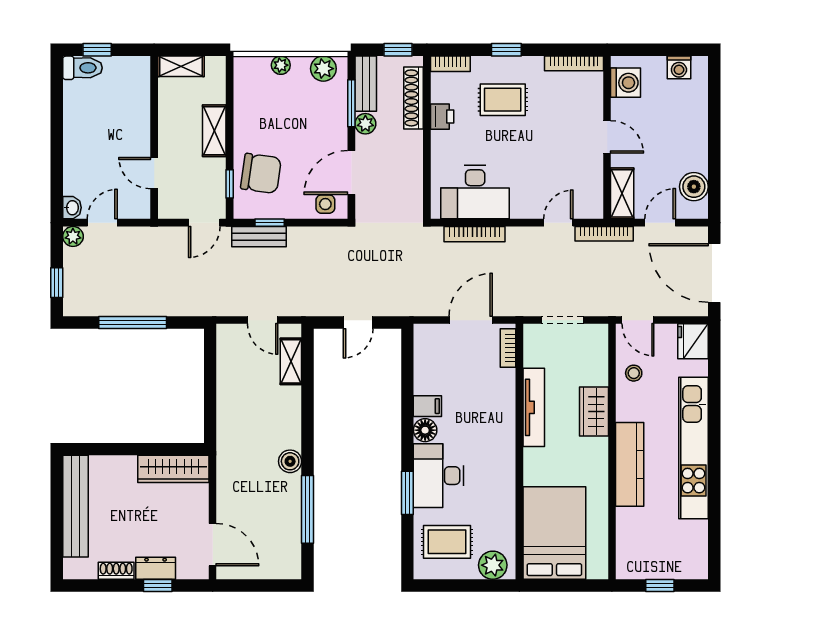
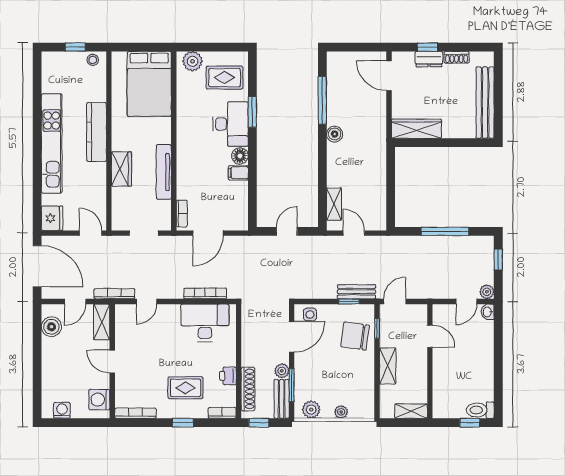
stool: (634, 373) -> (93, 60), moved

